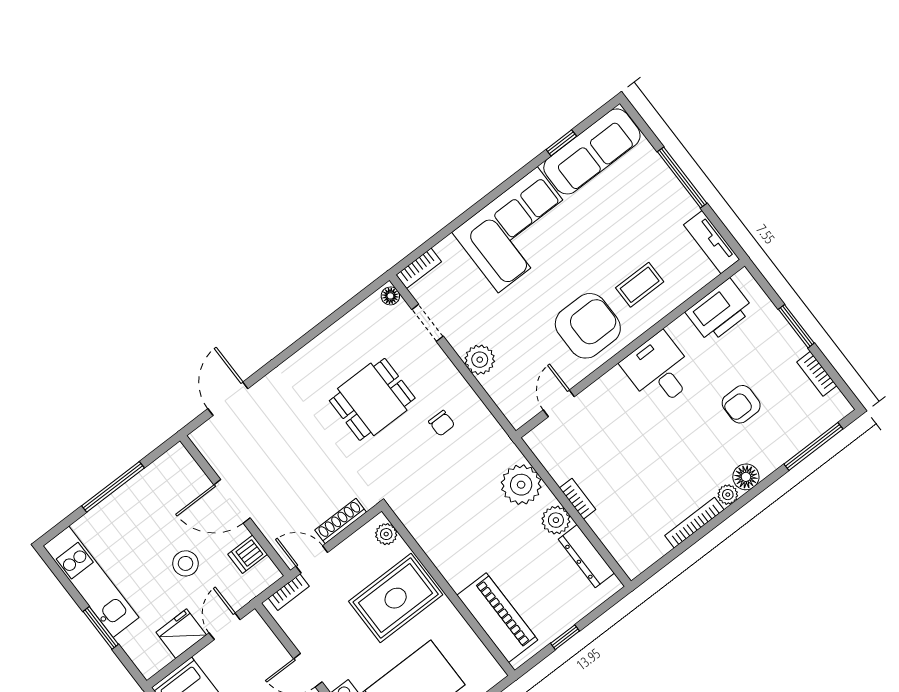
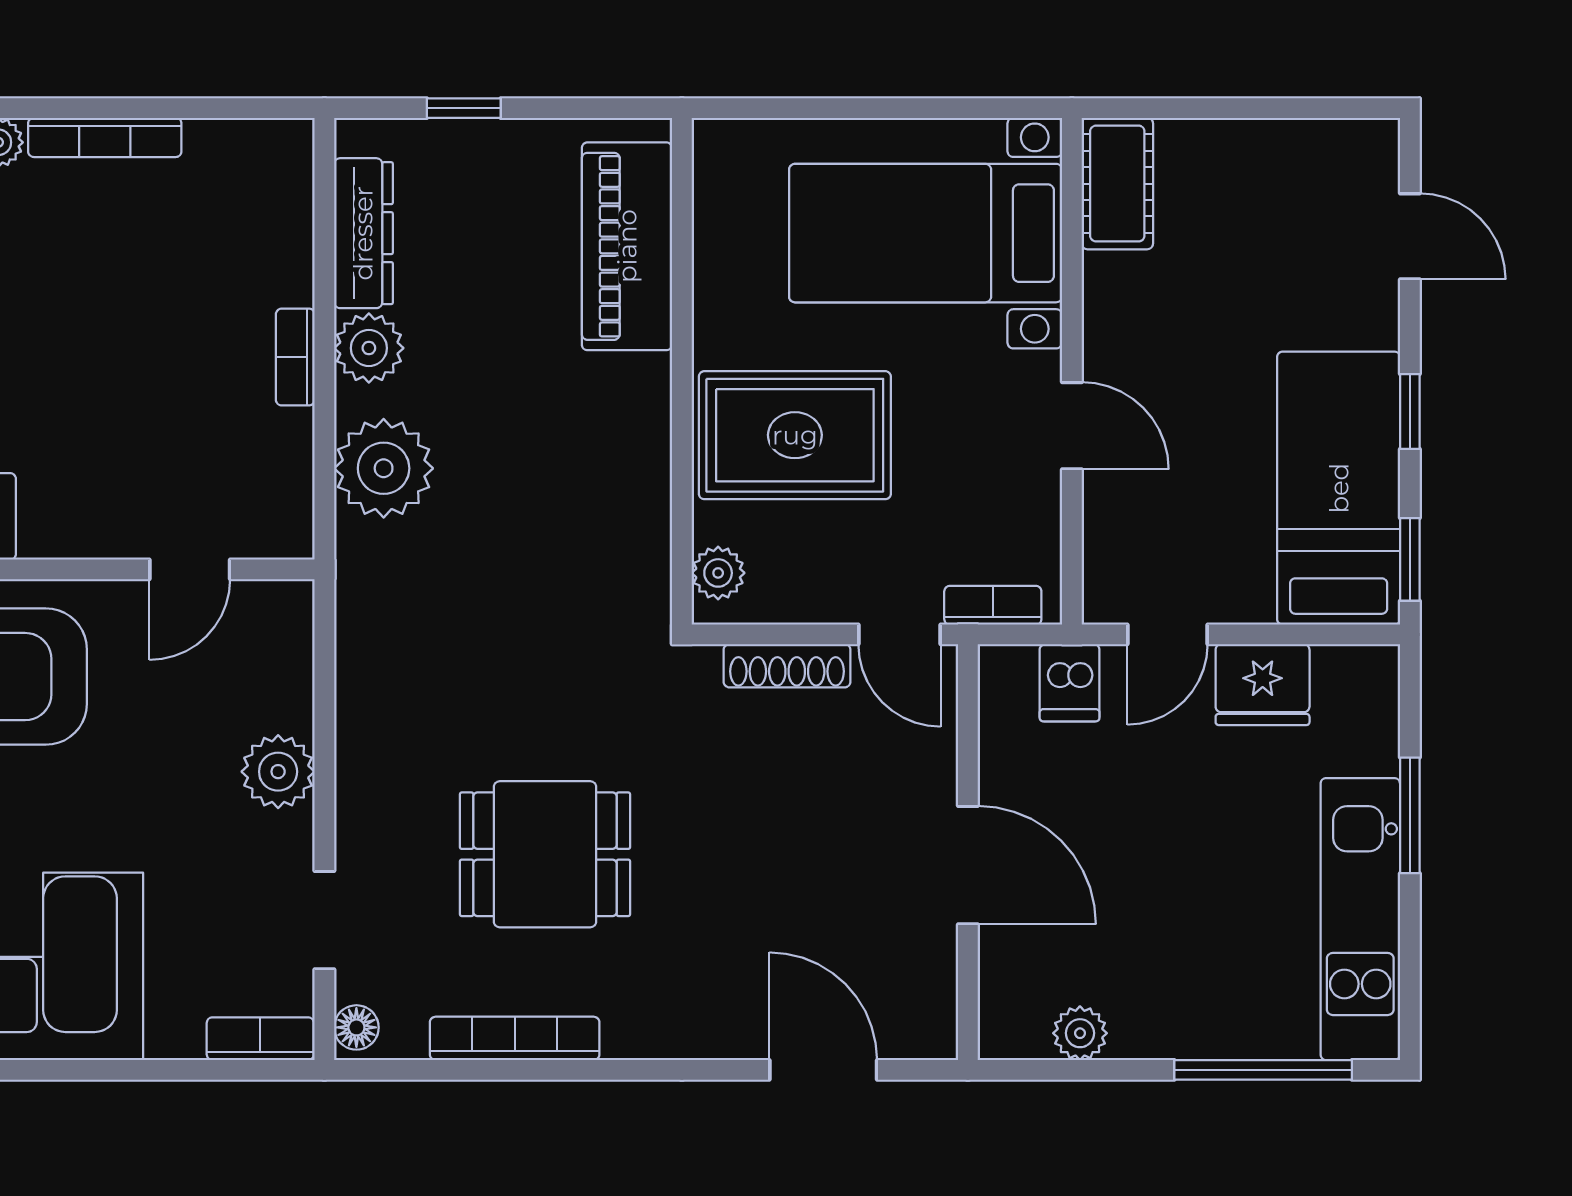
bookcase: (336, 332) -> (515, 1038), added
door: (228, 399) -> (823, 1070), swing flipped
chair: (442, 423) -> (446, 705), removed
plant: (154, 475) -> (1080, 1033), added
window: (113, 487) -> (1263, 1070), moved
dishwasher: (248, 554) -> (1070, 683), moved, turned 90
stool: (186, 563) -> (1150, 814), removed
window: (565, 637) -> (464, 108), moved

